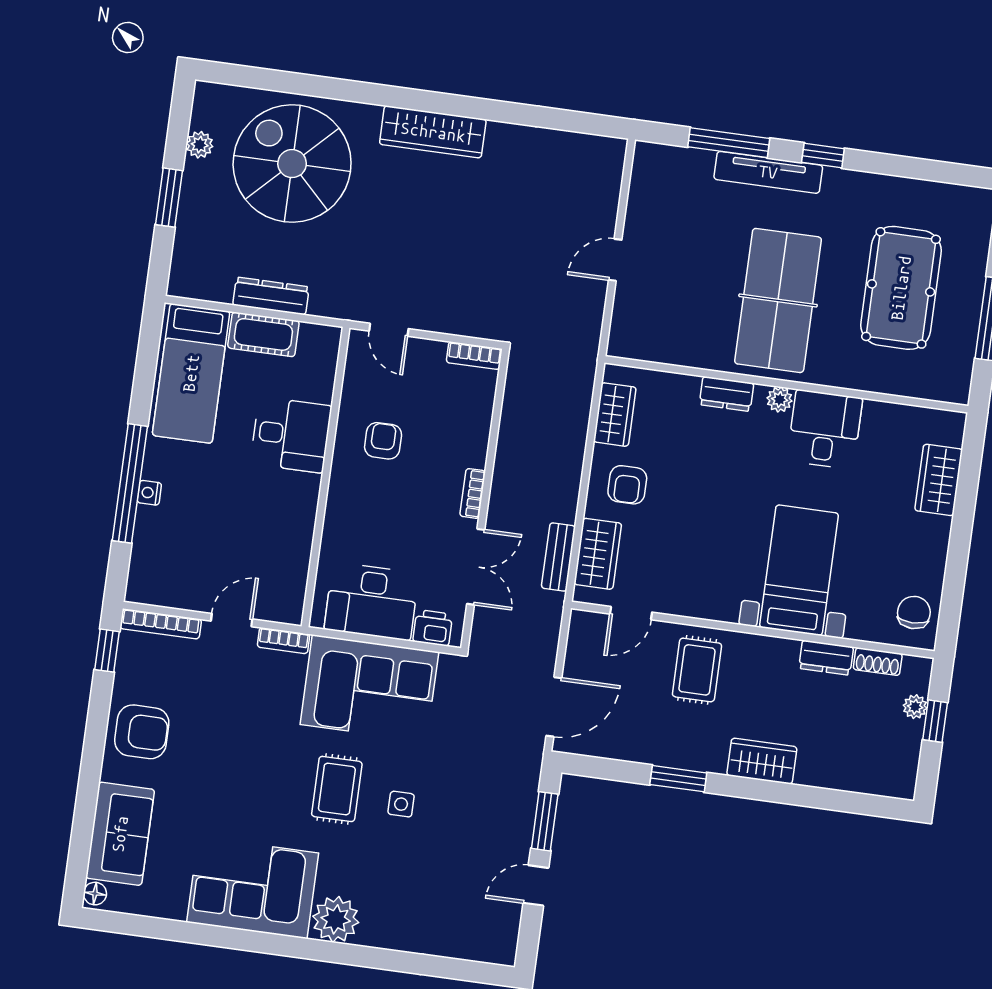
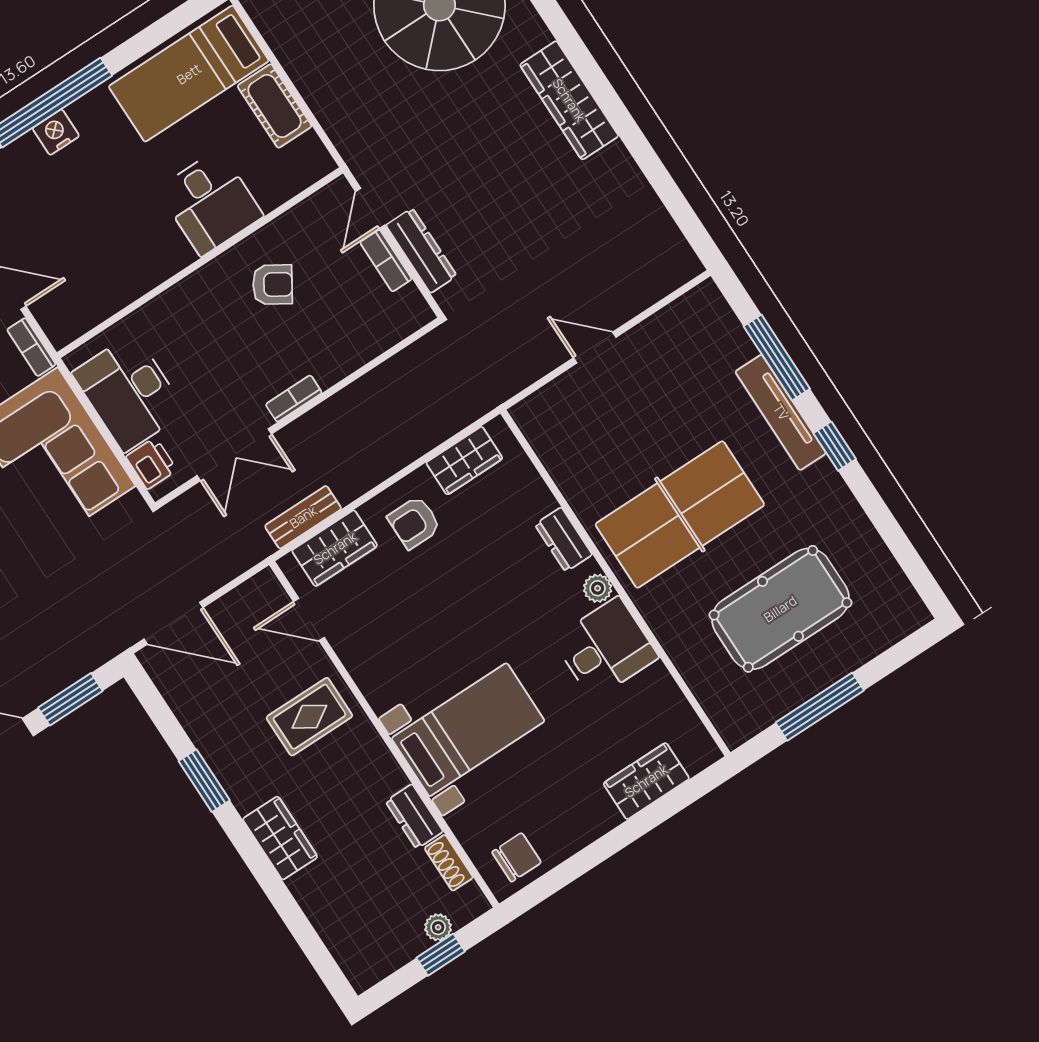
dresser: (271, 296) -> (421, 251), moved
bookcase: (474, 356) -> (386, 261), moved
armchair: (383, 441) -> (273, 285), turned 32
nightstand: (149, 493) -> (56, 132), width x1.39, depth x1.35

